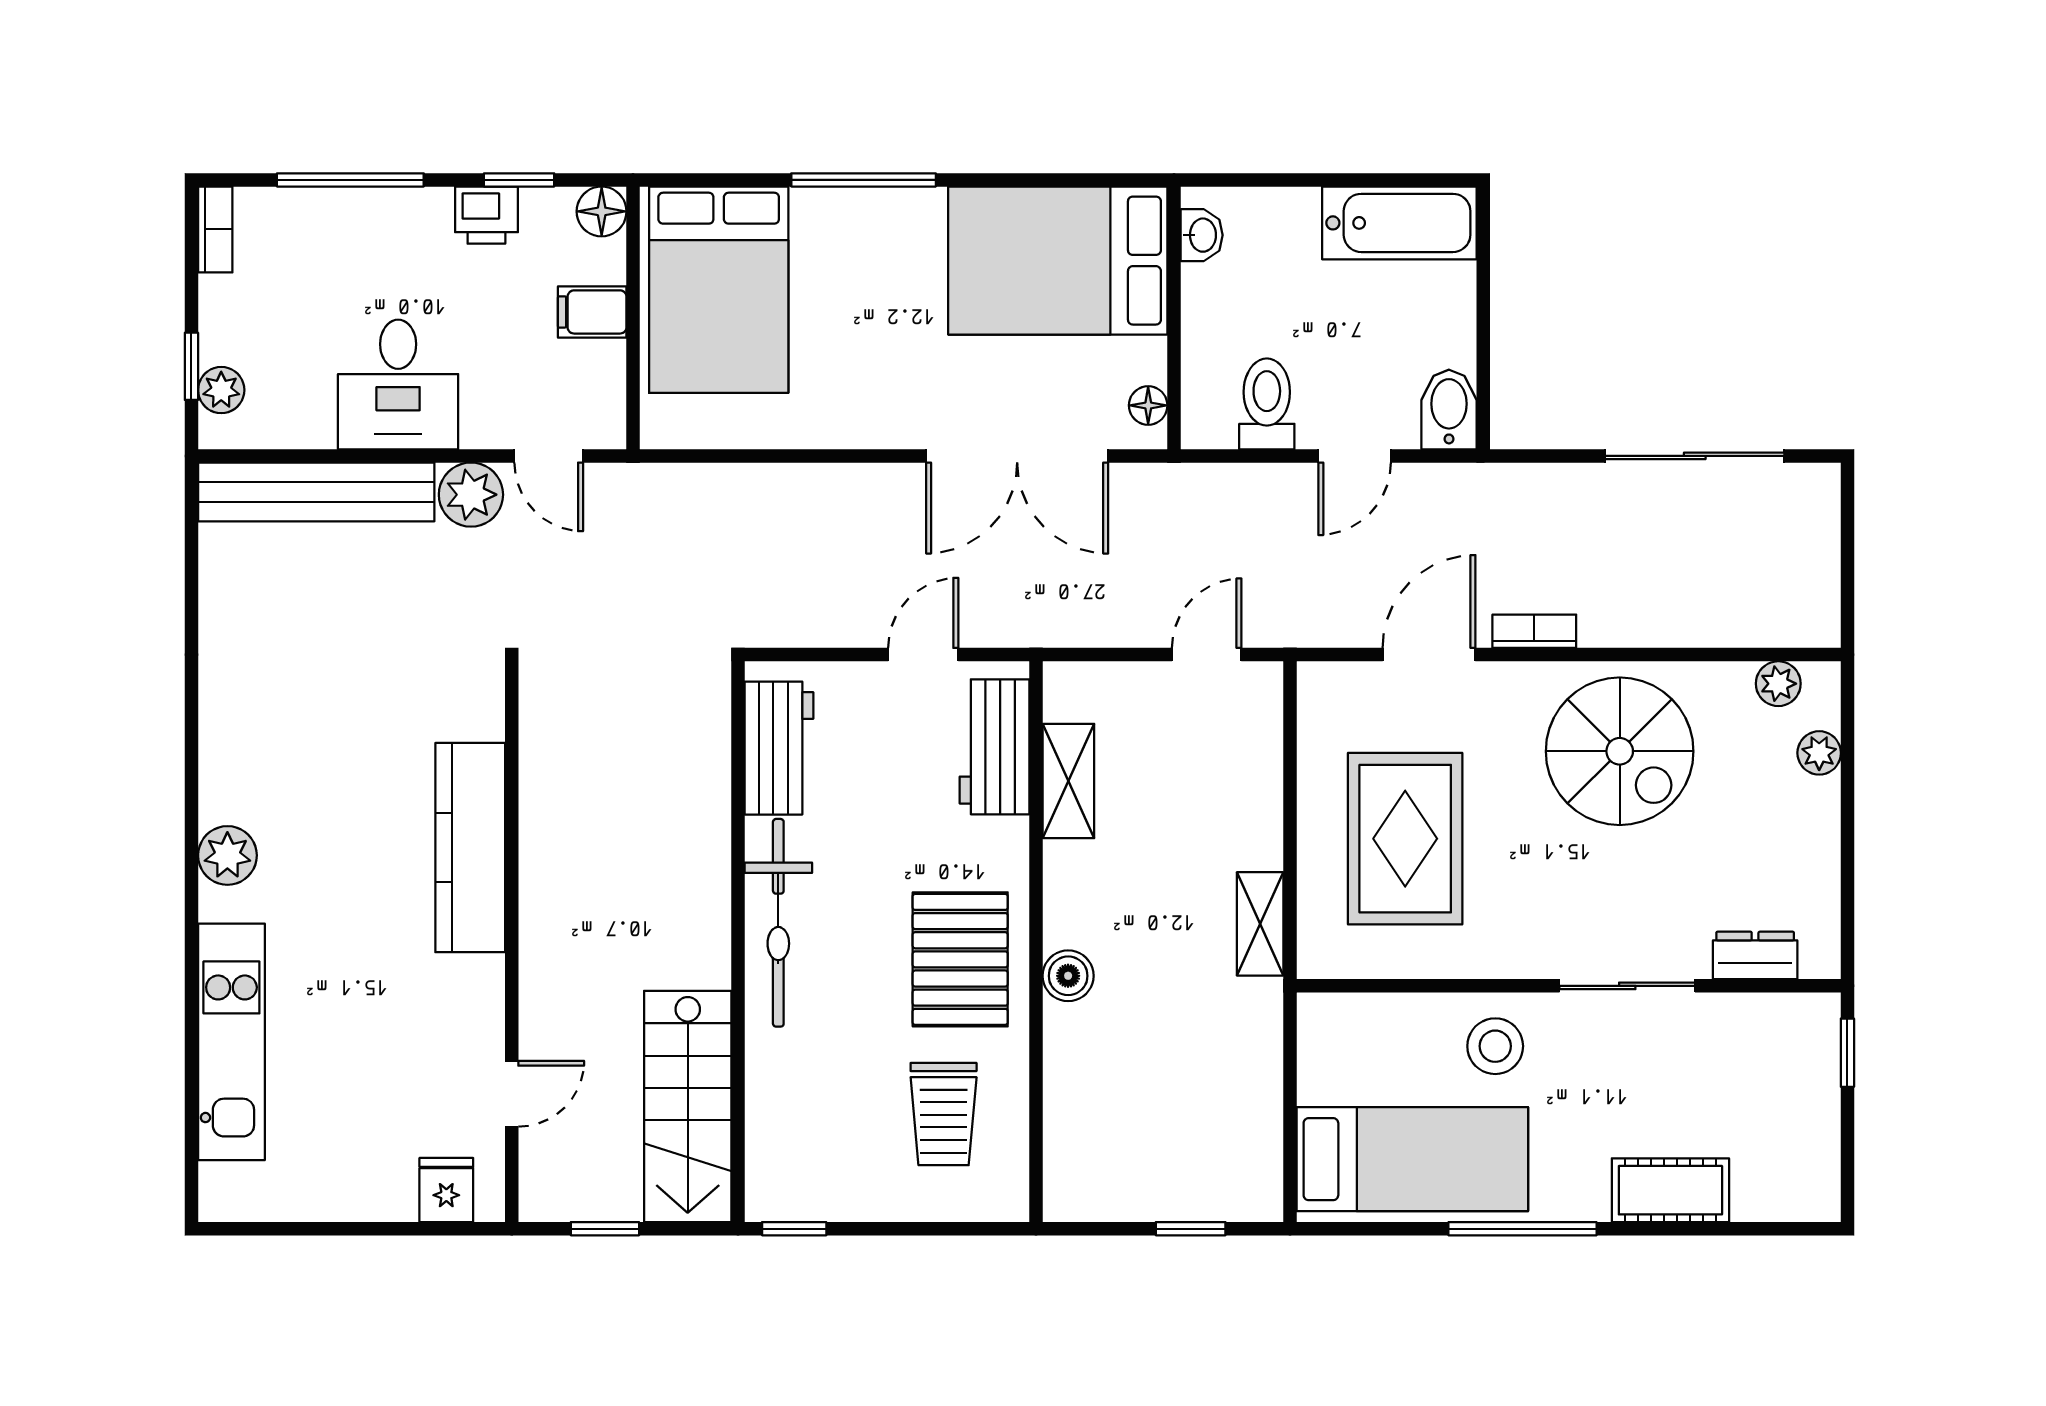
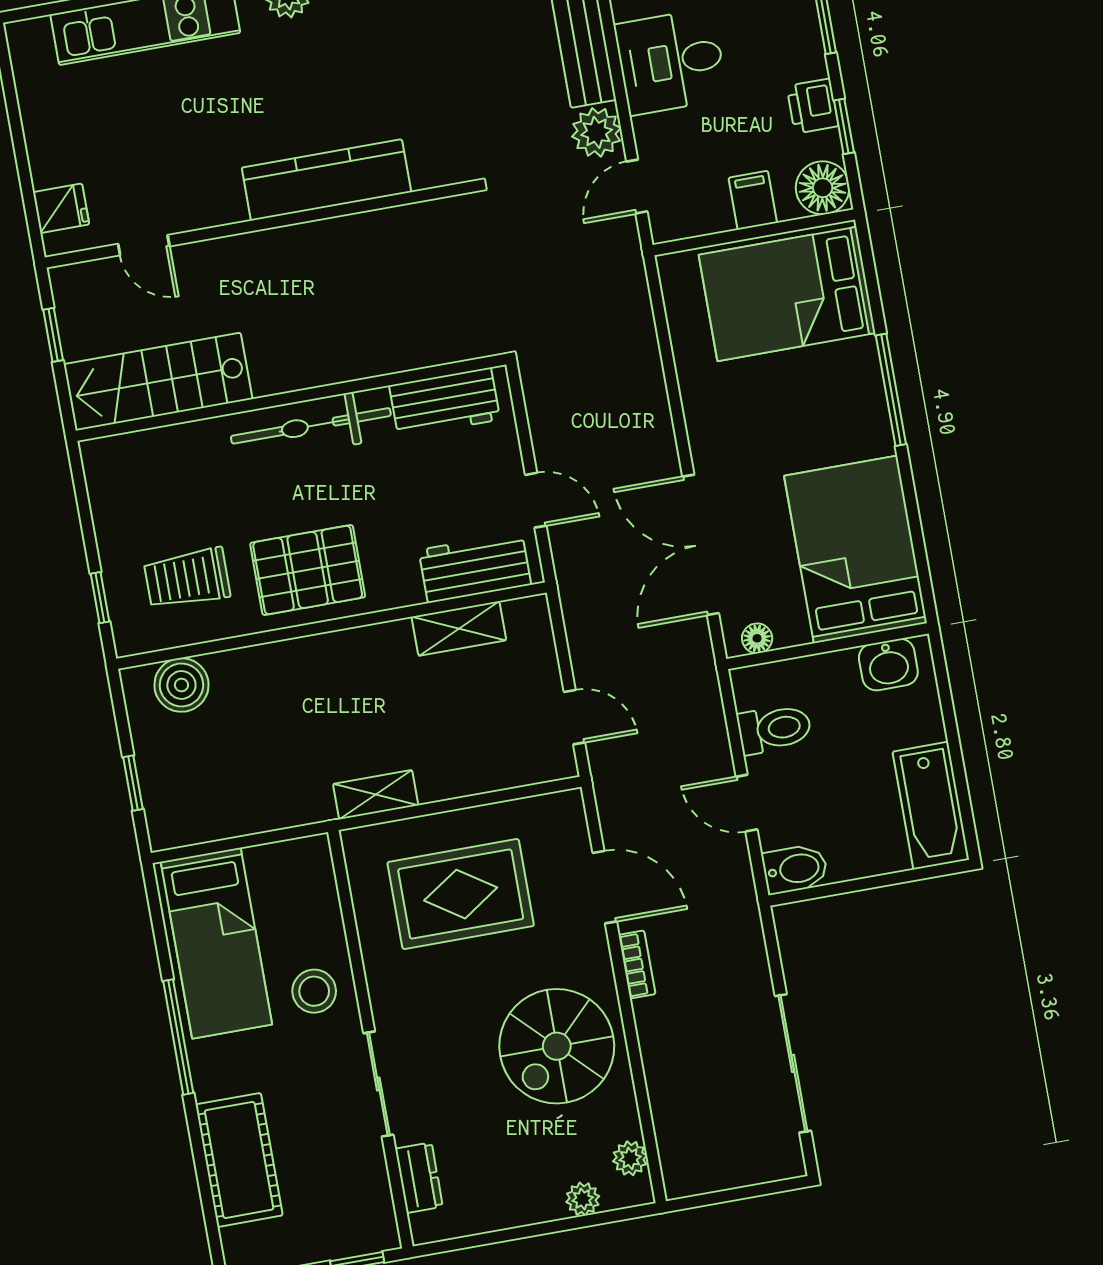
floor lamp: (602, 211) -> (823, 188), width x1.38, depth x1.38
washbasin: (1202, 235) -> (888, 665), width x1.38, depth x1.45
boiler: (1068, 976) -> (181, 685), moved, width x1.36, depth x1.36
cot: (1670, 1190) -> (239, 1160), width x1.37, depth x1.34
window: (794, 1229) -> (100, 598), moved

